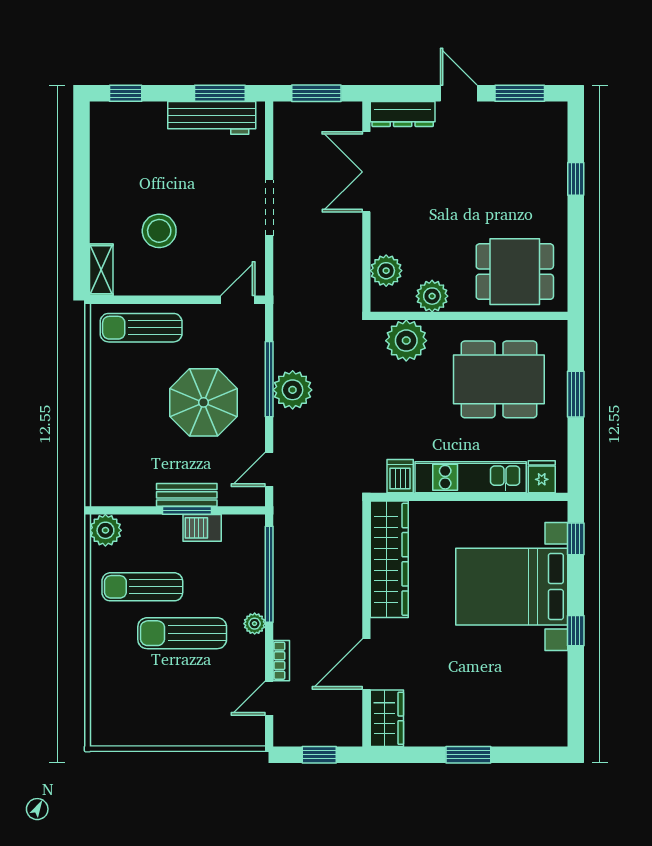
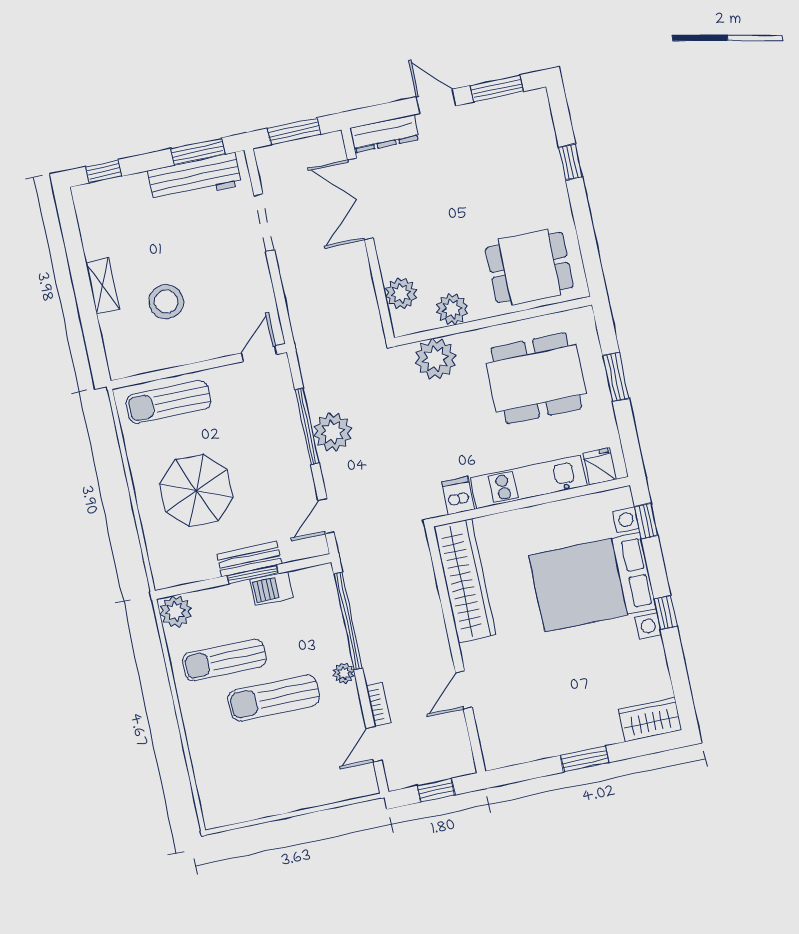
doorway: (269, 208) -> (264, 223), moved
shelving: (101, 270) -> (103, 286), moved
parasol: (203, 402) -> (196, 491), moved
door: (366, 664) -> (464, 690), width x0.73
wardrobe: (387, 718) -> (650, 720), moved, turned -90

